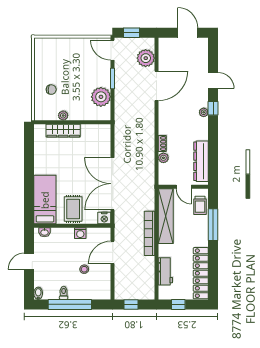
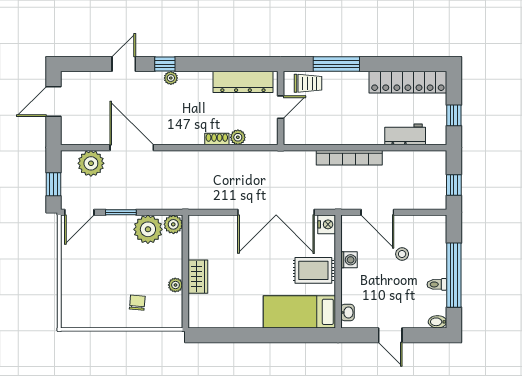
plant: (104, 114) -> (173, 224), added
wardrobe: (63, 131) -> (198, 277), width x0.67
shelving: (166, 216) -> (324, 134), removed

